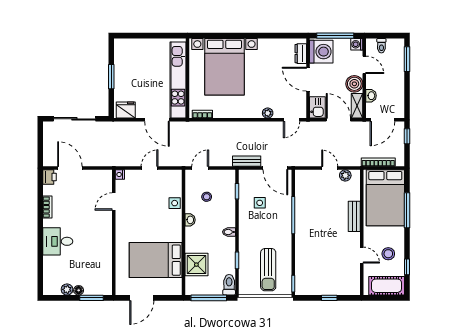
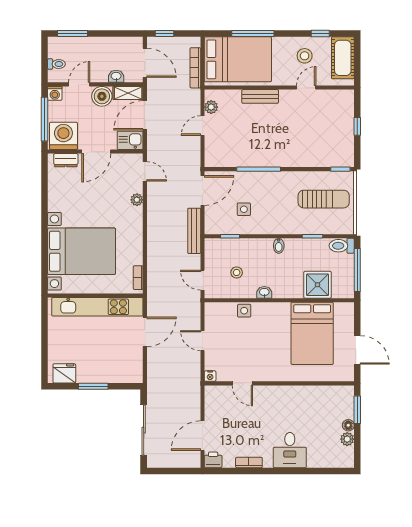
fridge: (126, 110) -> (64, 373), moved, turned 90
bench: (247, 161) -> (194, 231), width x1.36

